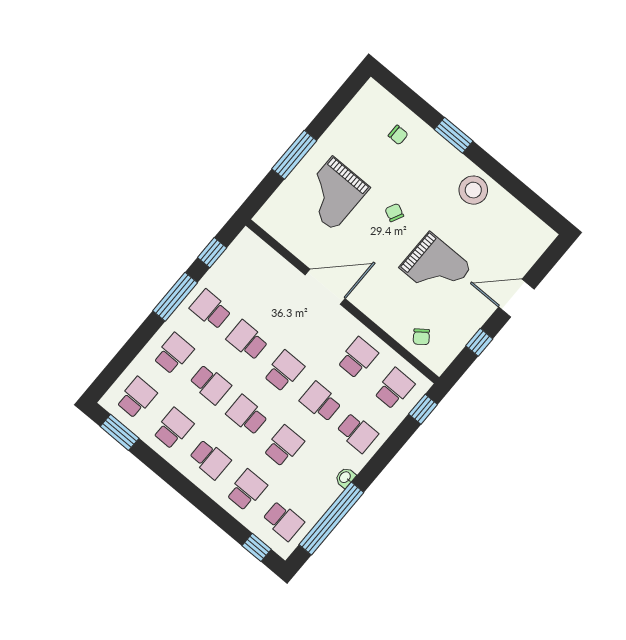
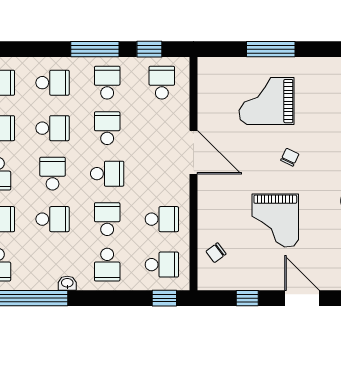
school desk: (248, 265) -> (162, 83), added
school desk: (210, 384) -> (53, 128), turned -90

